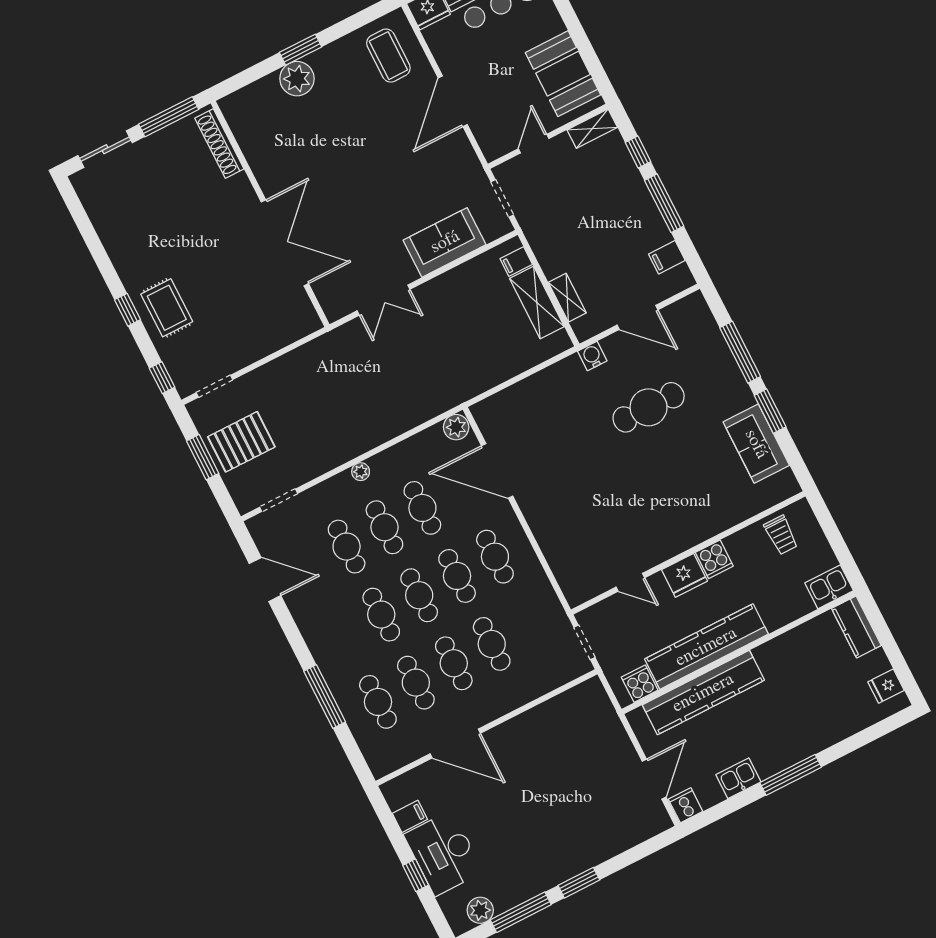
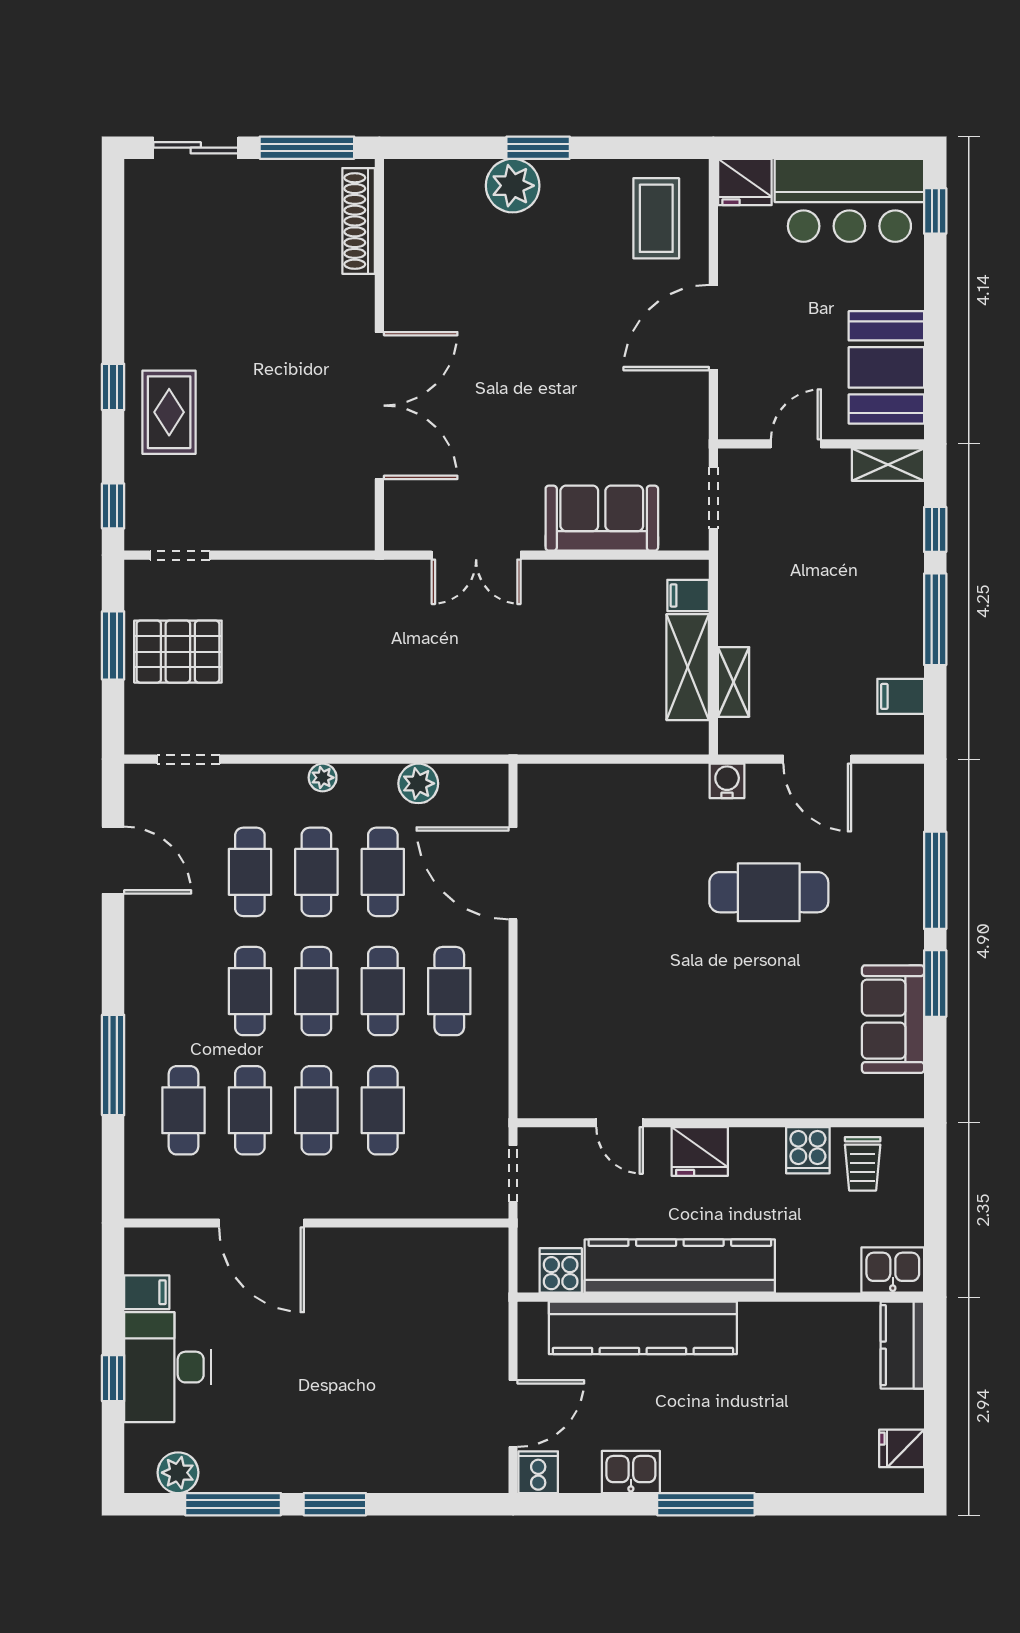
plant: (456, 427) -> (418, 783), moved
cooker: (714, 559) -> (808, 1150), moved

